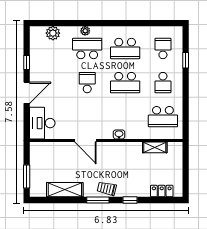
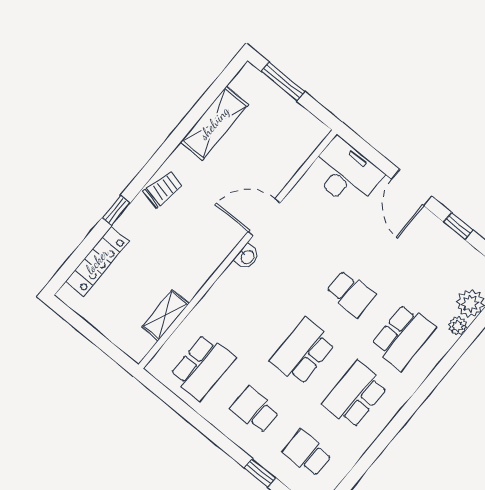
plant: (85, 31) -> (458, 326), moved
school desk: (163, 48) -> (307, 453), turned 180
school desk: (163, 117) -> (202, 367), turned 180
washbasin: (119, 134) -> (247, 257), moved
locker: (162, 191) -> (97, 261), width x1.53
window: (98, 200) -> (157, 161), removed

